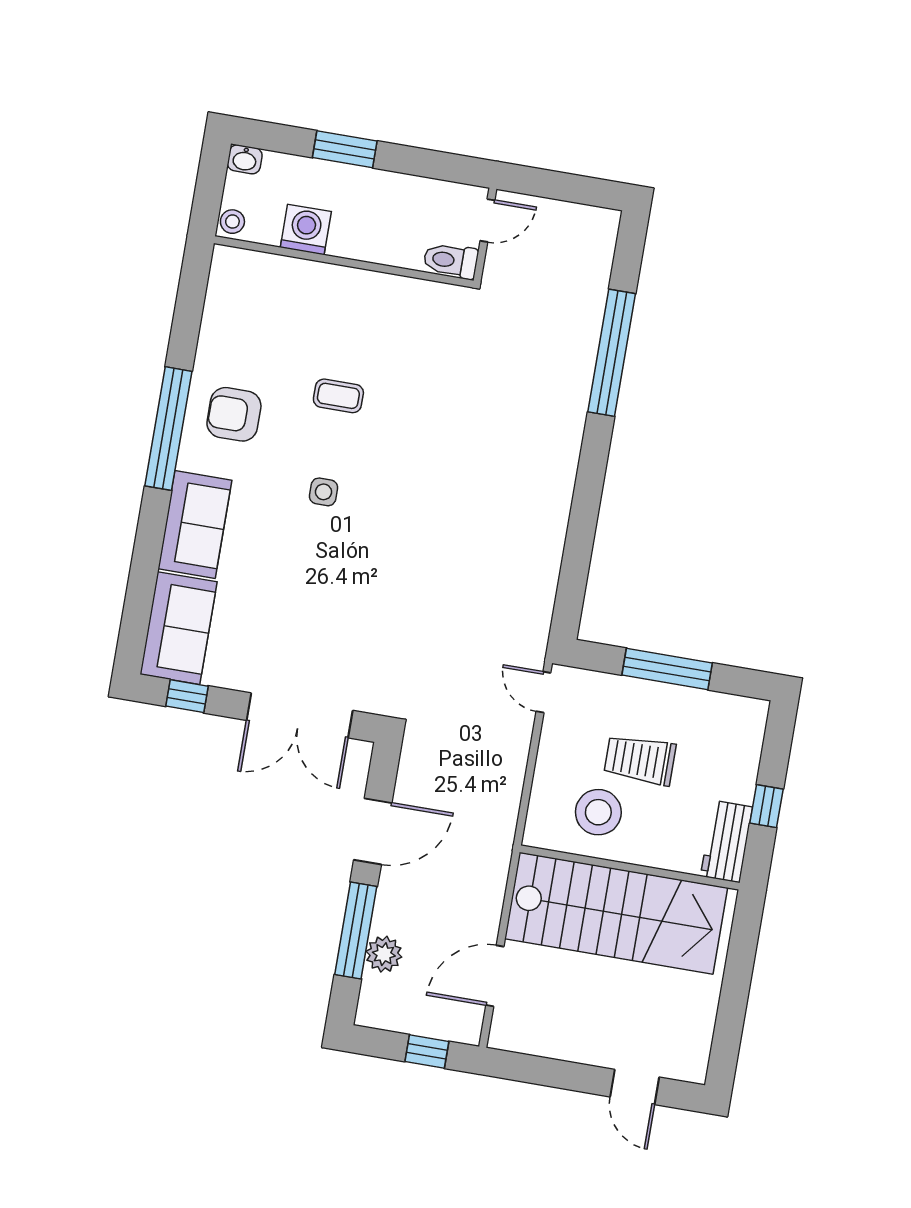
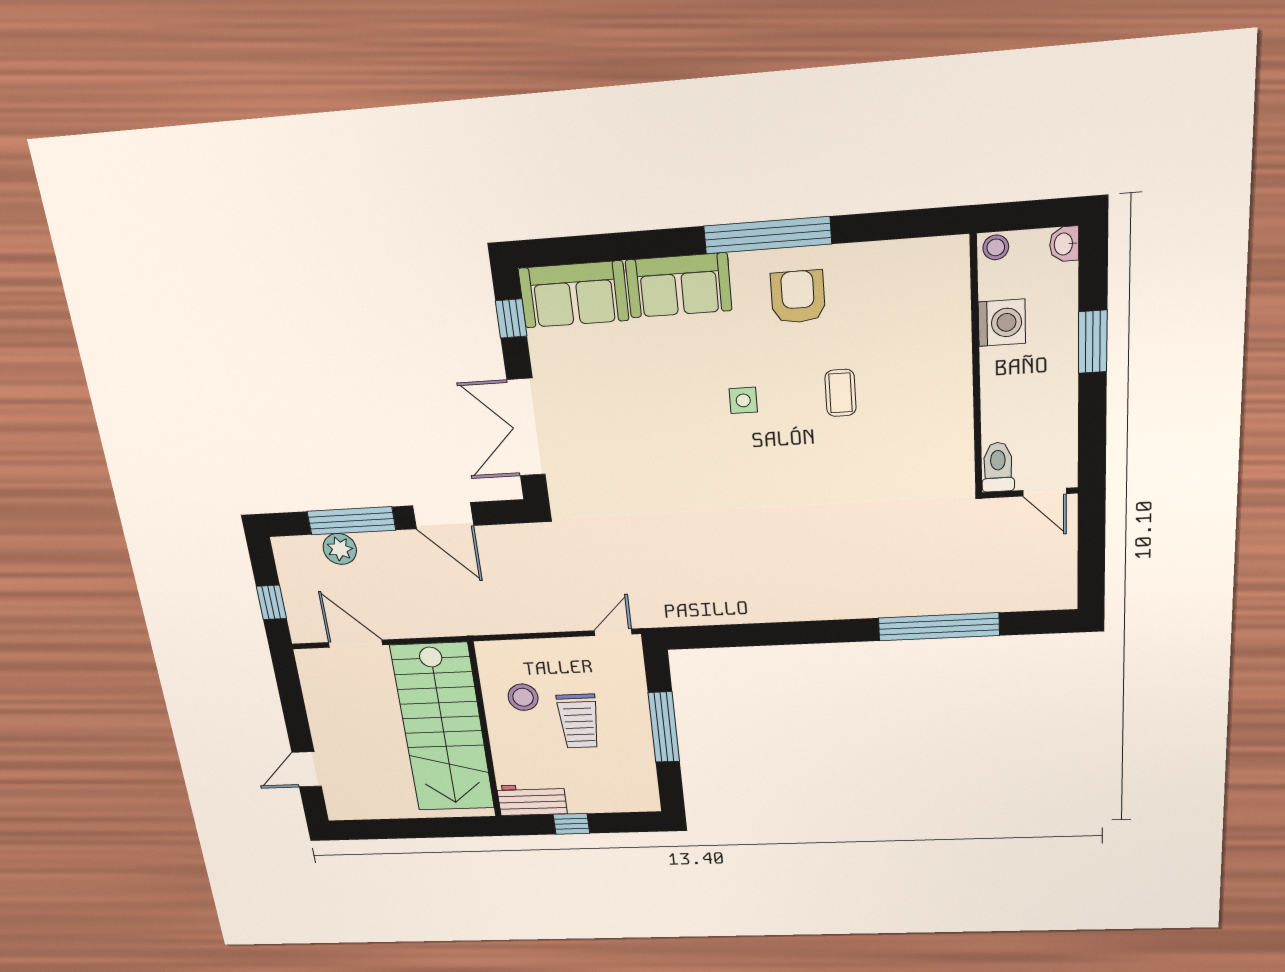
trolley: (640, 760) -> (579, 721), turned 180
stool: (598, 812) -> (523, 697), width x0.73, depth x0.73

